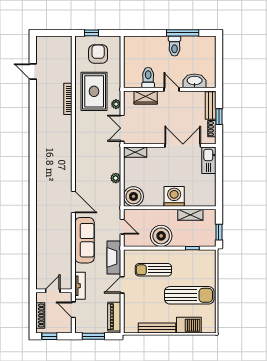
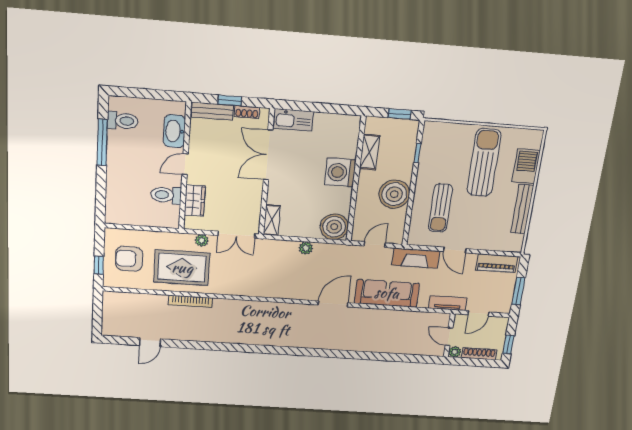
toilet: (175, 46) -> (123, 121), moved
plant: (40, 297) -> (455, 352), added

